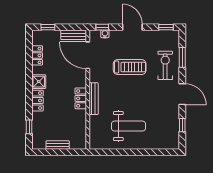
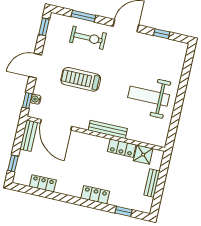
door: (88, 55) -> (56, 125), hinge flipped
exercise bike: (165, 65) -> (88, 38), turned 180
treadmill: (130, 67) -> (81, 79), turned -90
shower: (39, 82) -> (143, 155), moved
locker: (81, 98) -> (122, 148), moved
weight bench: (129, 126) -> (149, 96), turned -90

